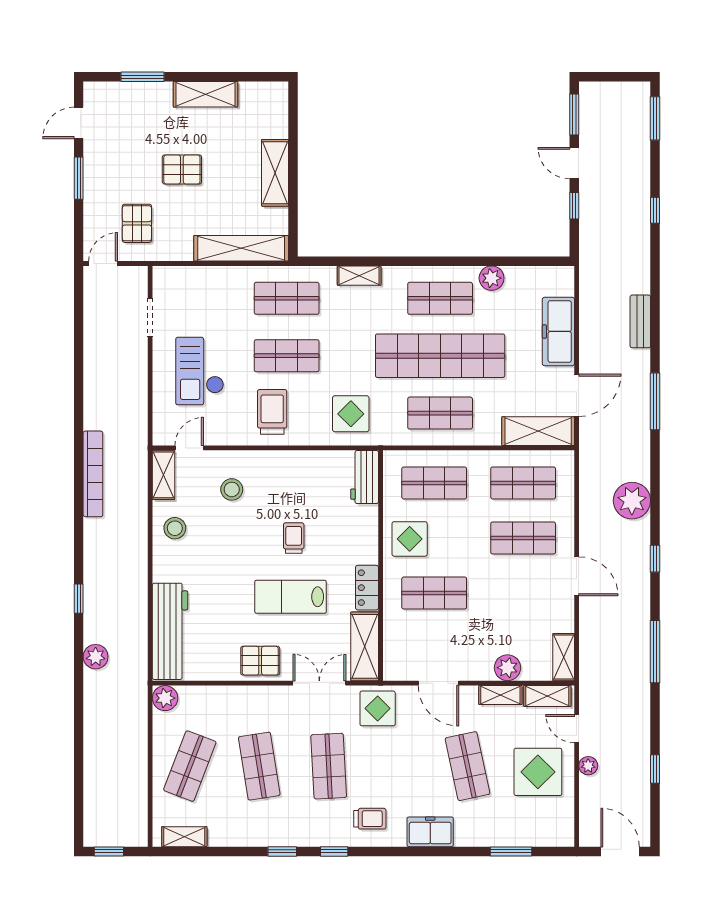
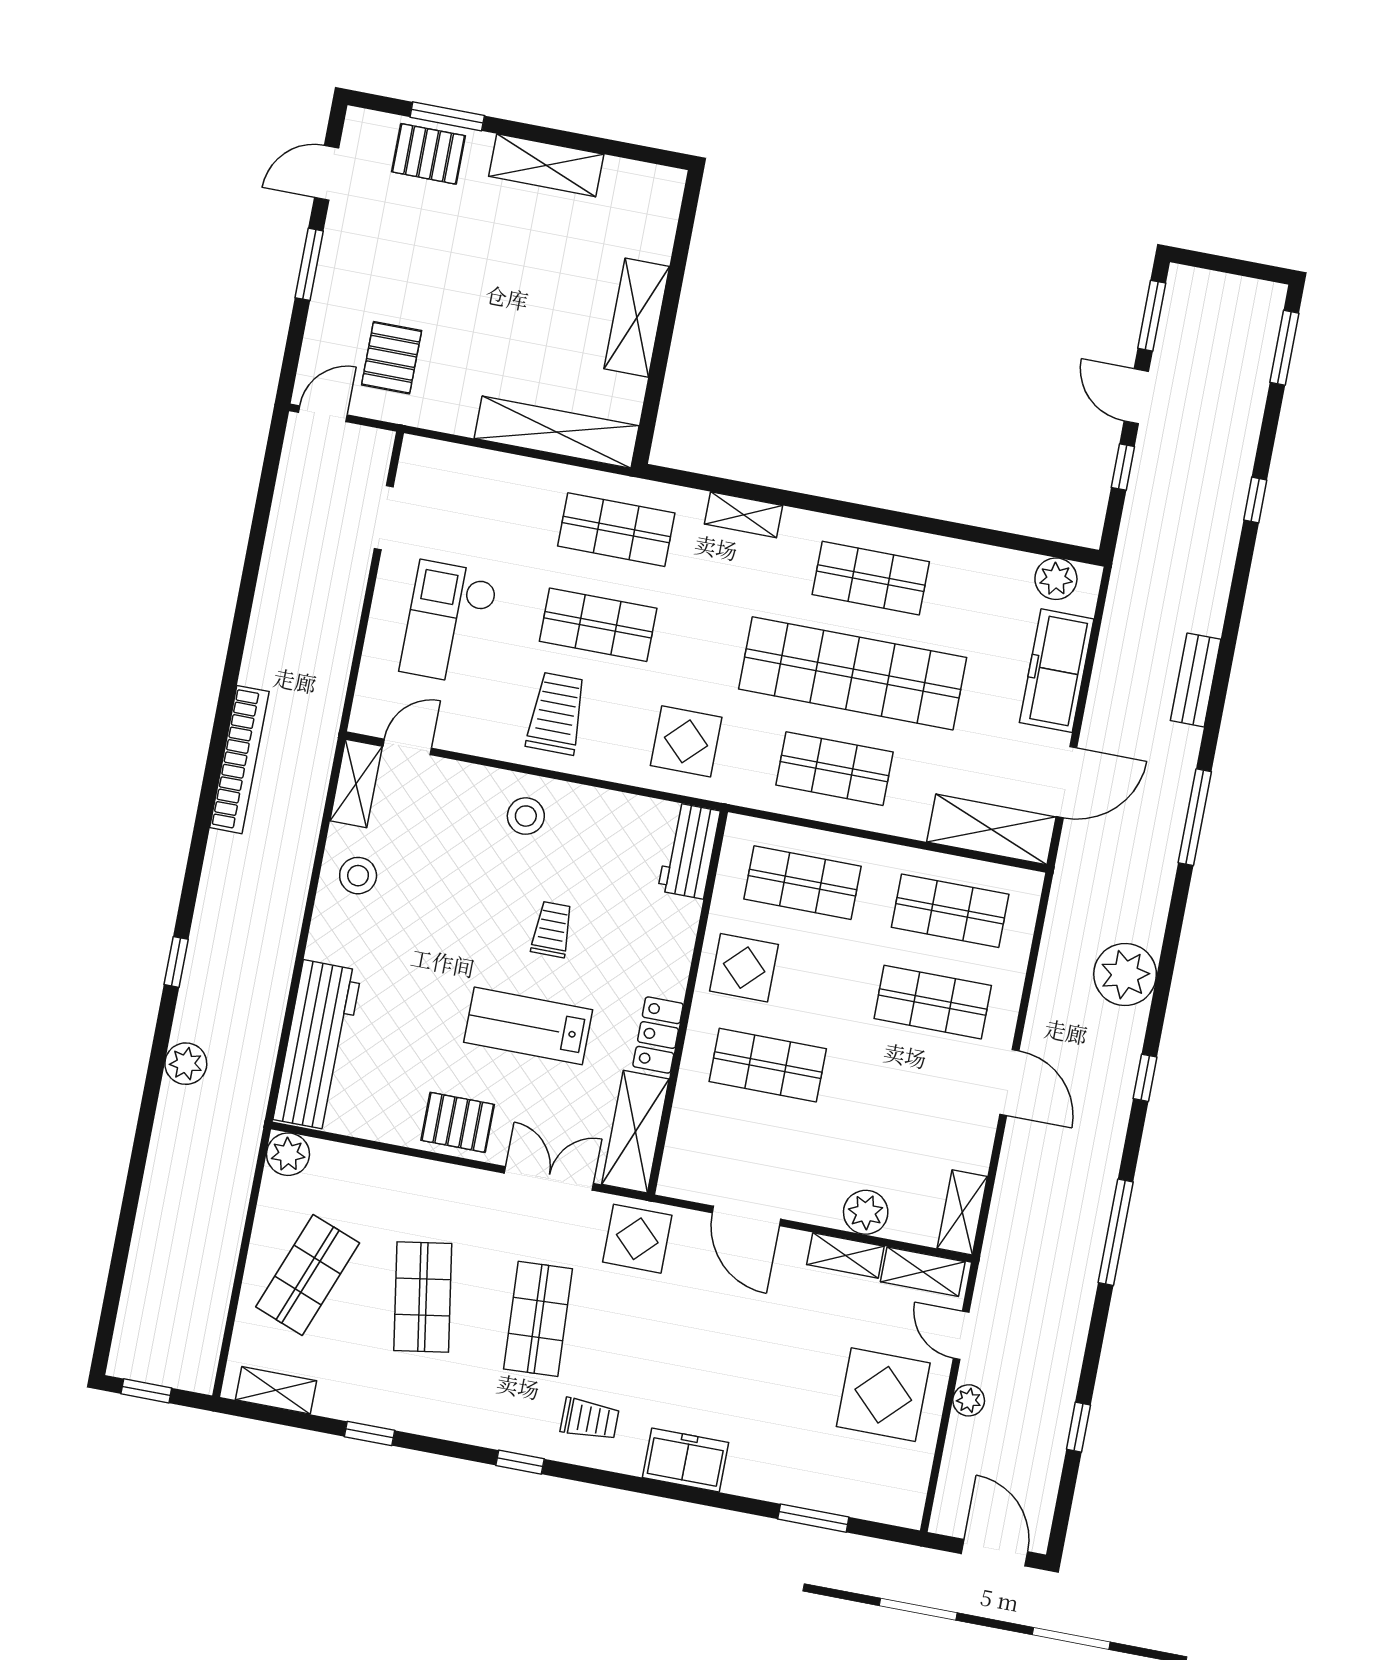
pallet: (182, 169) -> (429, 154), moved
plant: (492, 278) -> (1056, 579), moved
stool: (232, 489) -> (526, 816), moved
shop shelf: (467, 766) -> (768, 1363), removed
window: (282, 851) -> (370, 1433), moved

